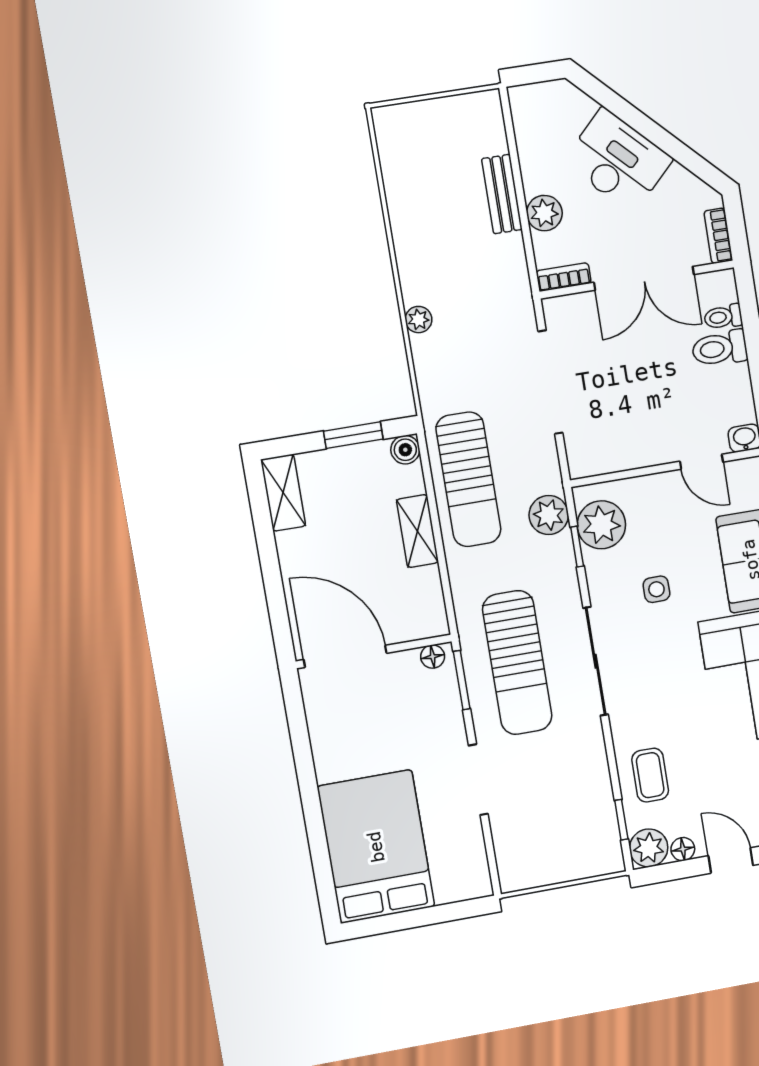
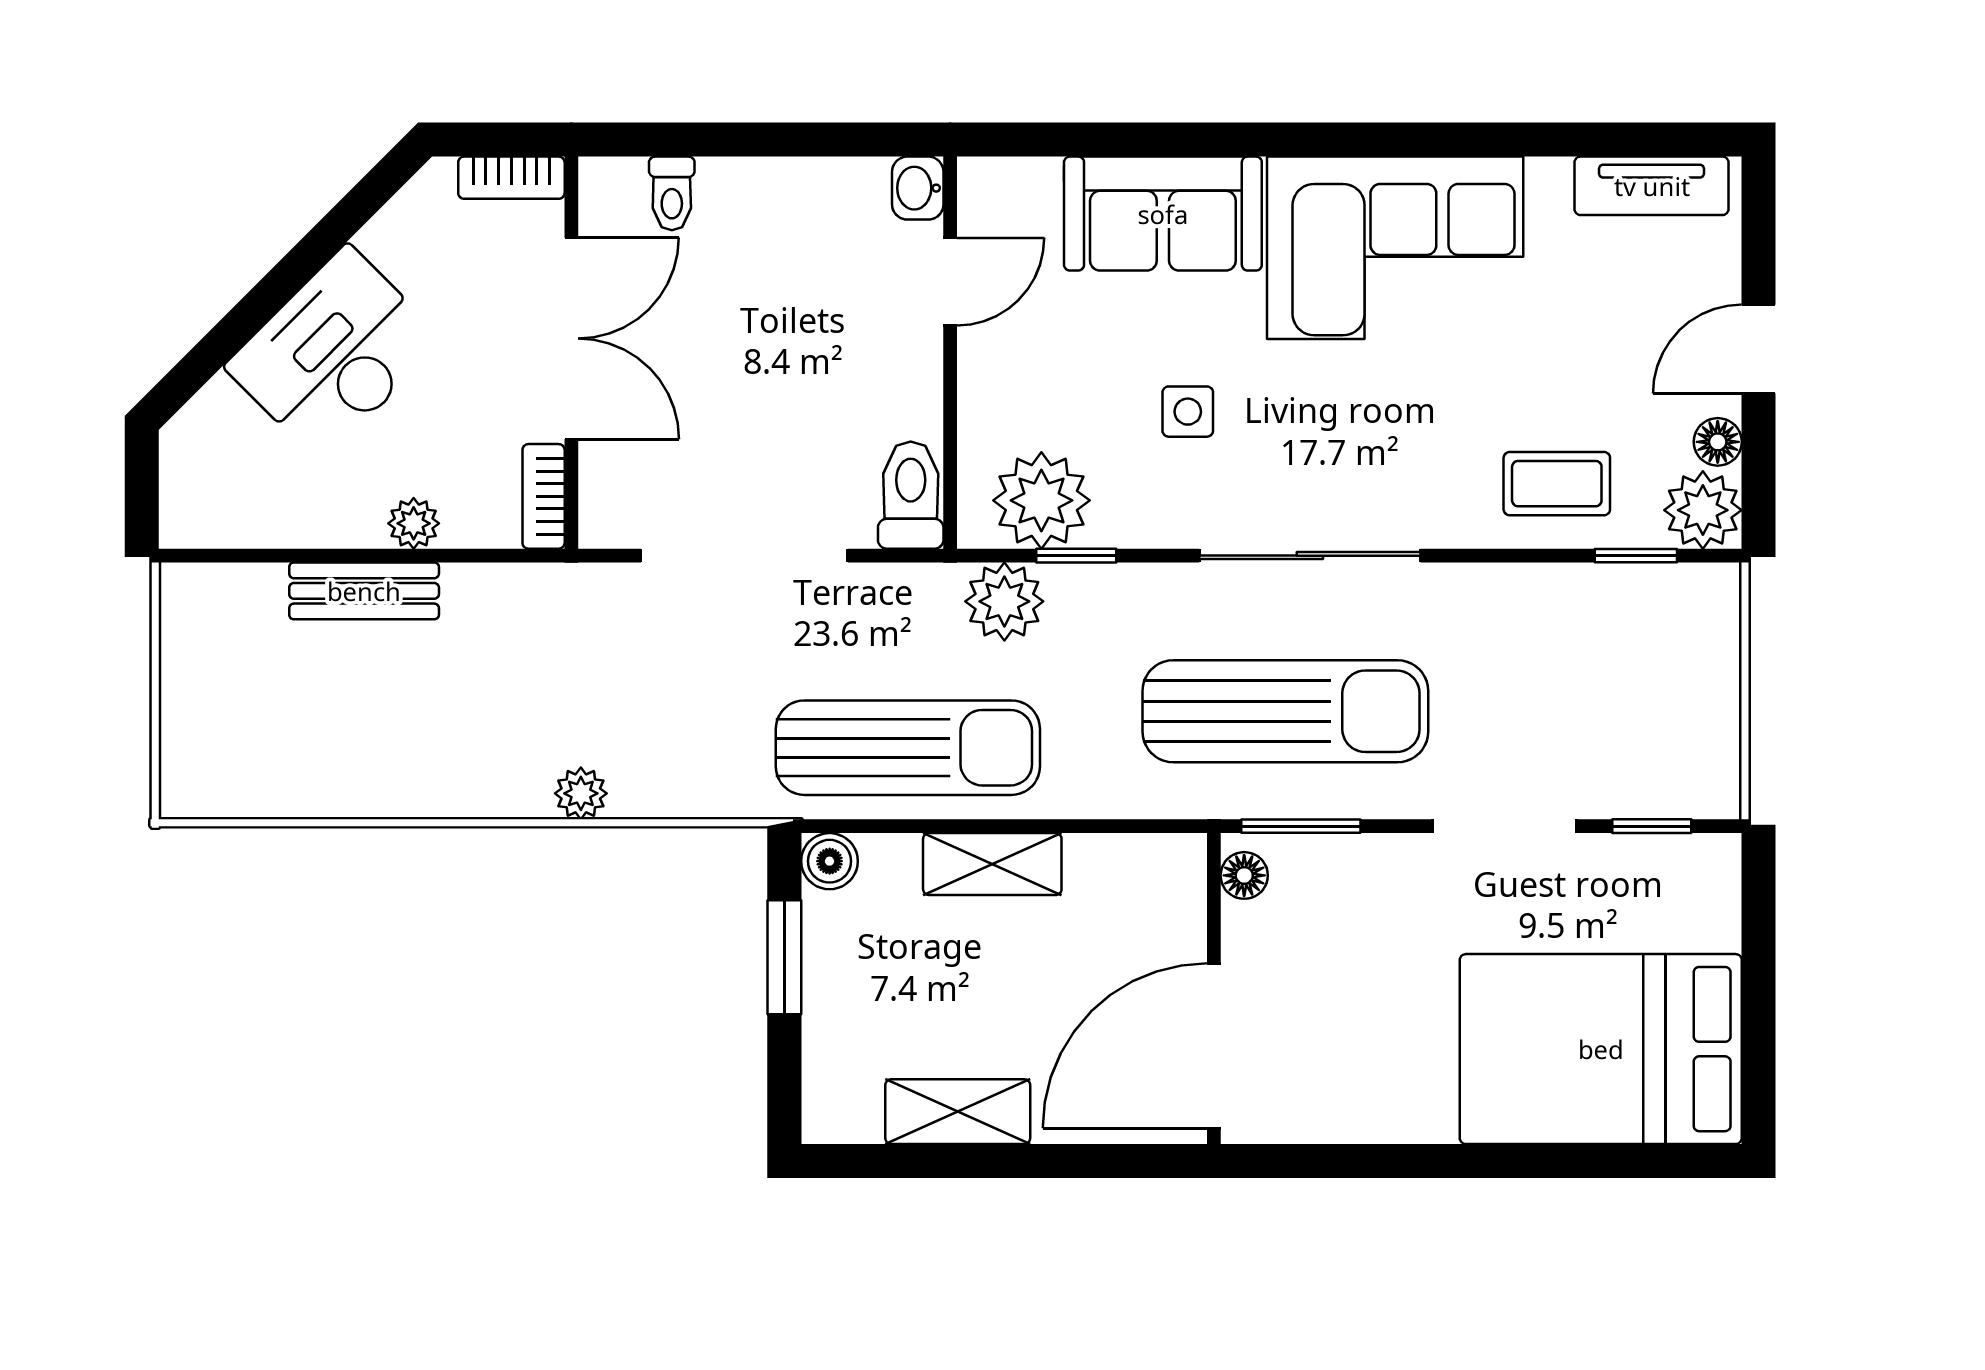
plant: (544, 213) -> (414, 523), width x0.73, depth x0.73
toilet: (720, 348) -> (911, 495), moved, turned 180
shelving: (283, 493) -> (958, 1112), moved
window: (490, 851) -> (1652, 826), added

